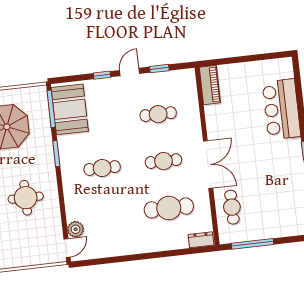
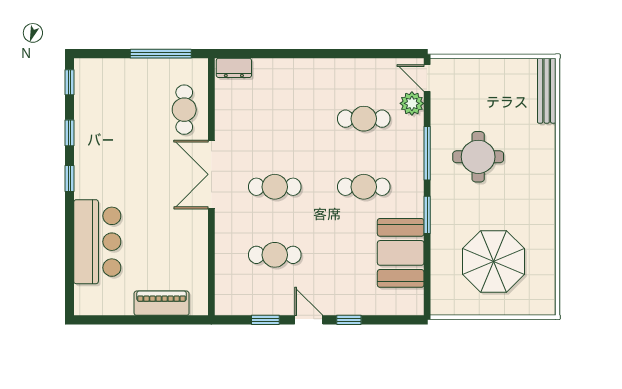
door: (130, 72) -> (309, 320), swing flipped
piano: (210, 85) -> (162, 303), moved, turned 90
window: (51, 109) -> (427, 153), moved
booth: (70, 109) -> (401, 253), moved
cafe table: (169, 208) -> (364, 119), moved, width x0.73, depth x0.74
door: (67, 248) -> (427, 78), hinge flipped

